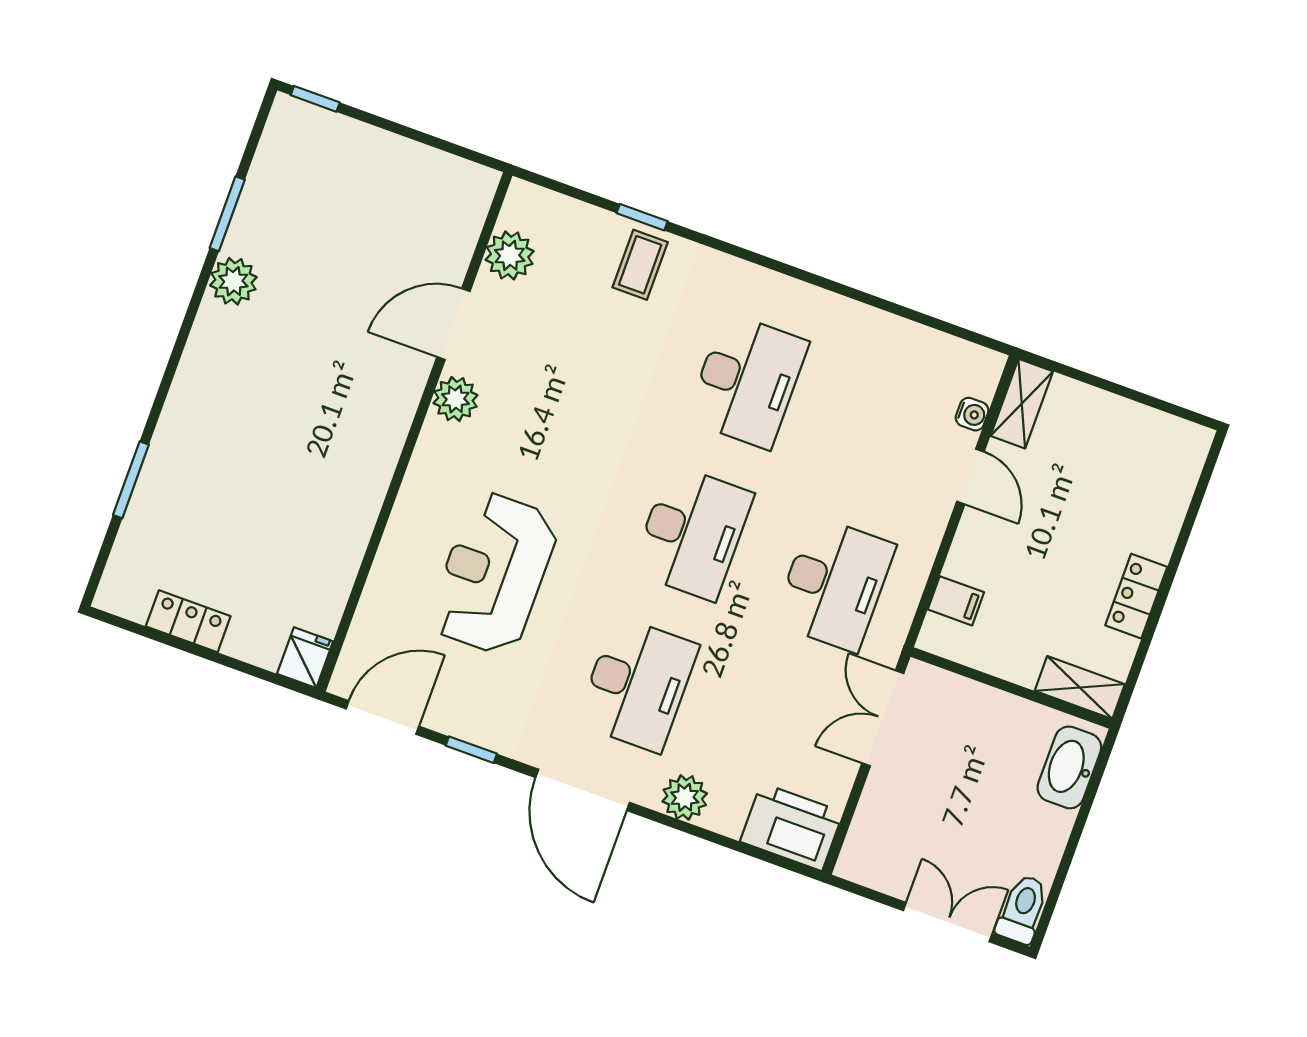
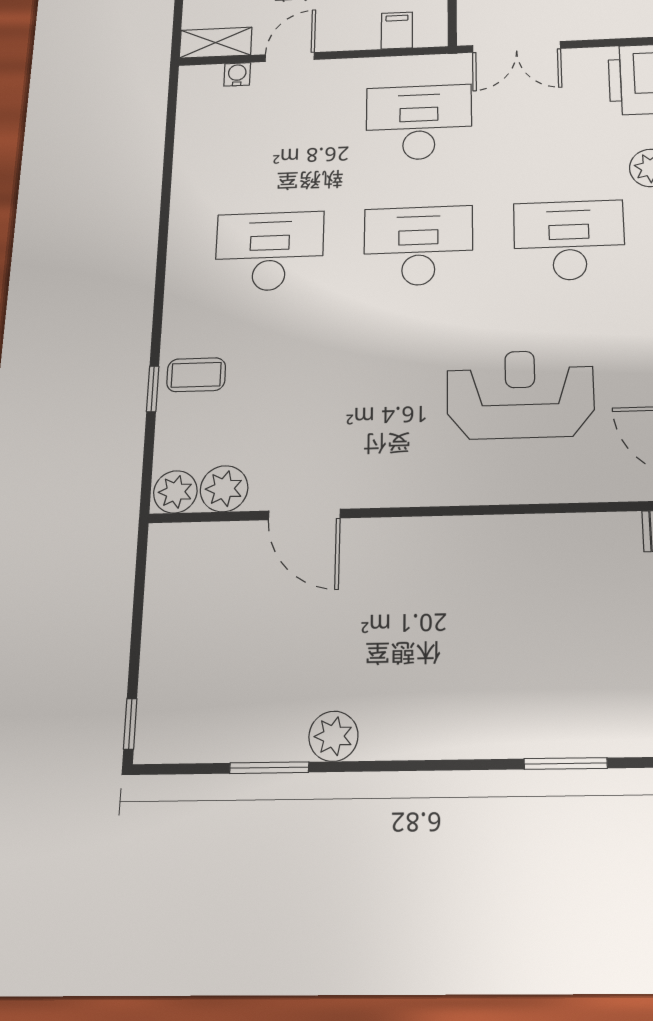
plant: (455, 399) -> (175, 492), moved
reception desk: (494, 573) -> (520, 394), turned 180

